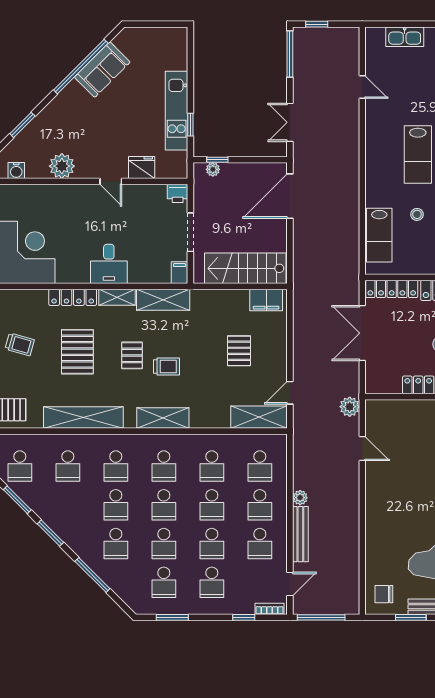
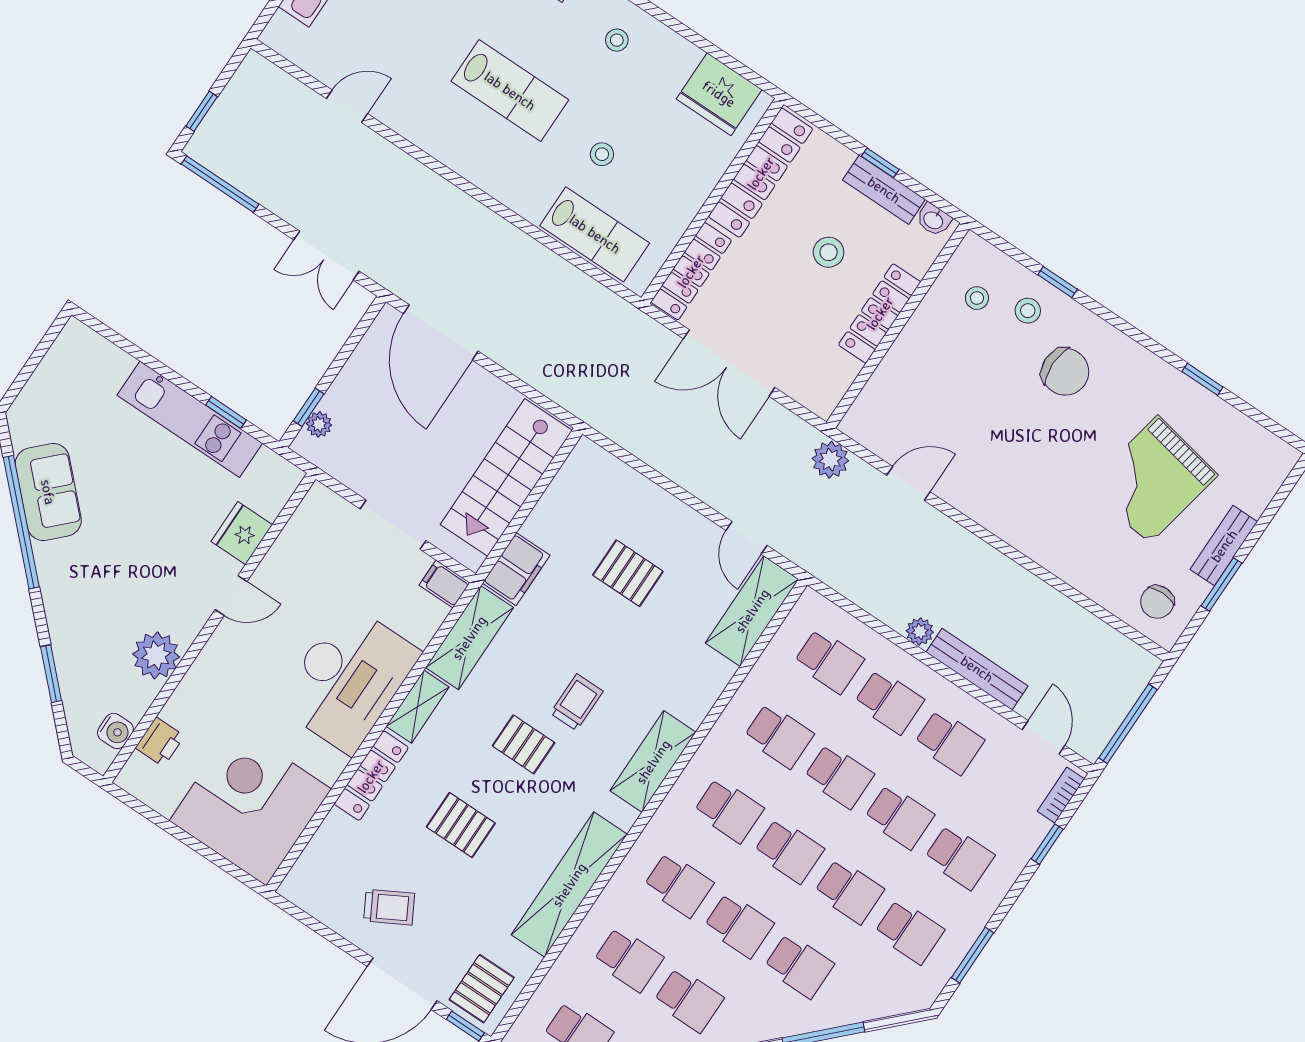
printer: (178, 193) -> (160, 742), moved
desk: (109, 264) -> (348, 678), width x1.87, depth x1.30
filing cabinet: (266, 300) -> (516, 569), moved
trolley: (20, 344) -> (389, 907), turned 45
pallet: (77, 352) -> (461, 825), width x0.67, depth x0.71
school desk: (68, 505) -> (689, 1000), added

